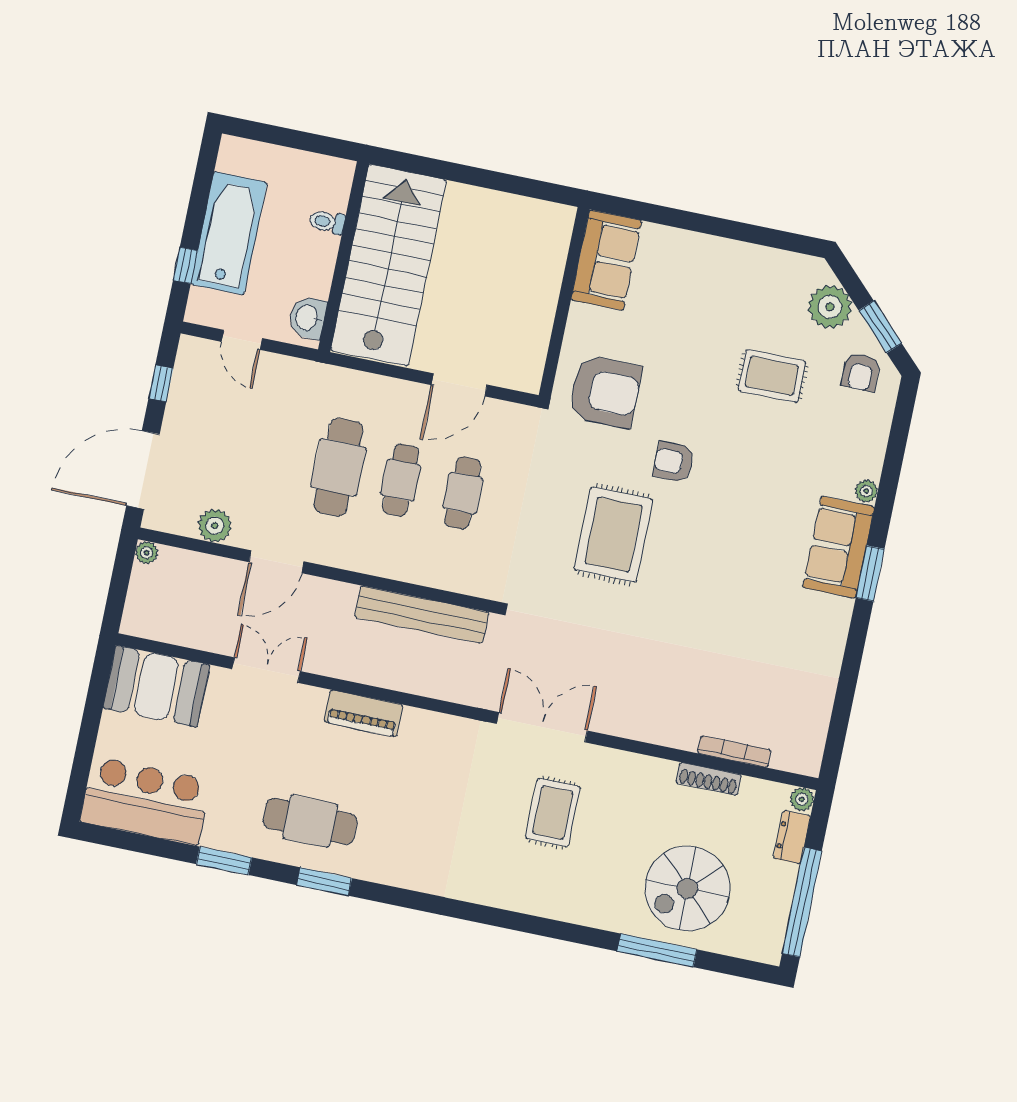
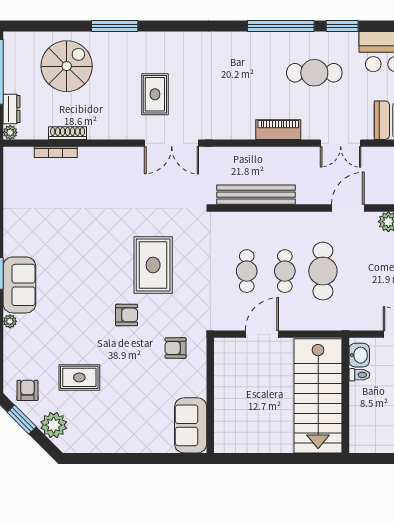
toilet: (327, 222) -> (359, 375), moved
armchair: (605, 392) -> (175, 348), width x0.53, depth x0.53
cafe table: (310, 821) -> (314, 73), moved
window: (324, 882) -> (281, 26), width x2.11
window: (657, 950) -> (115, 26), moved

